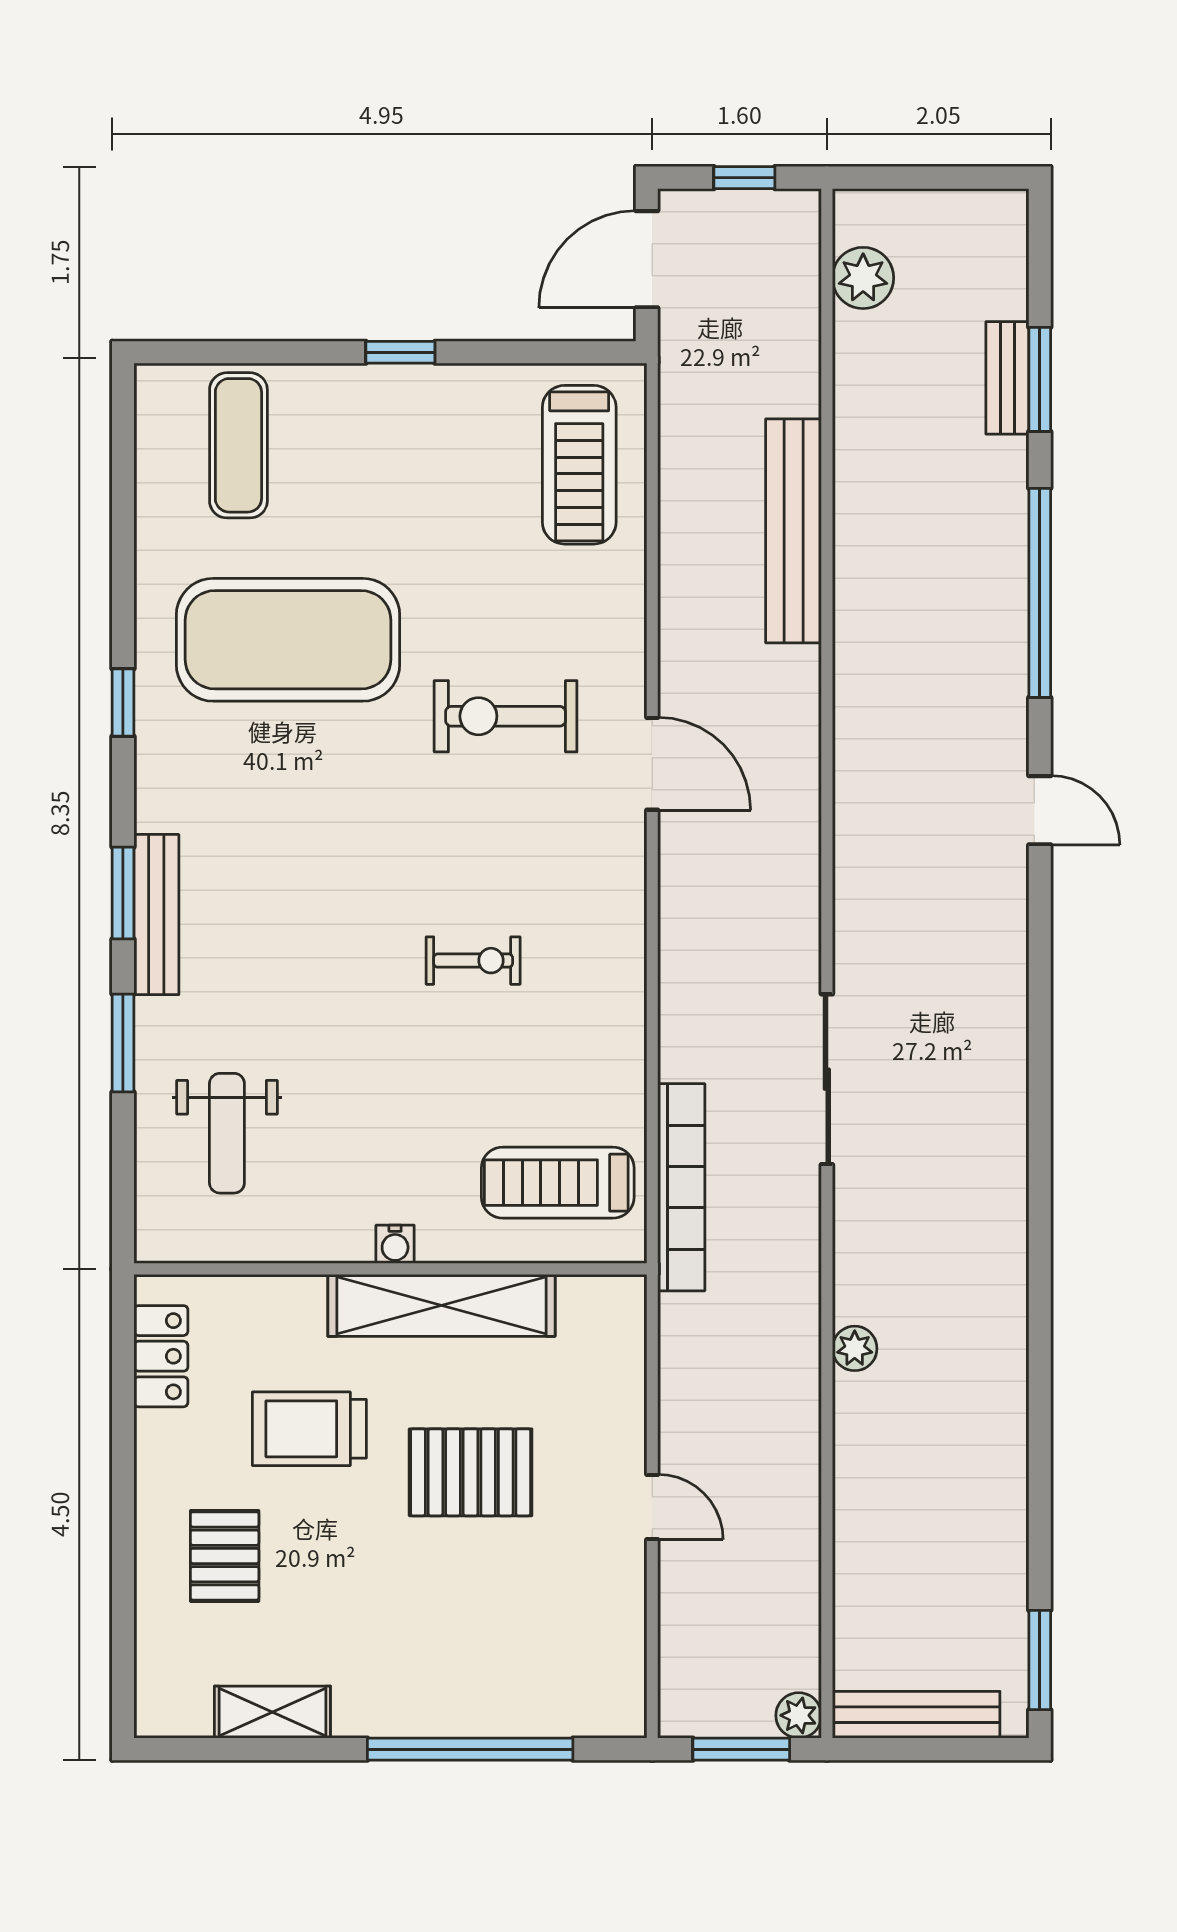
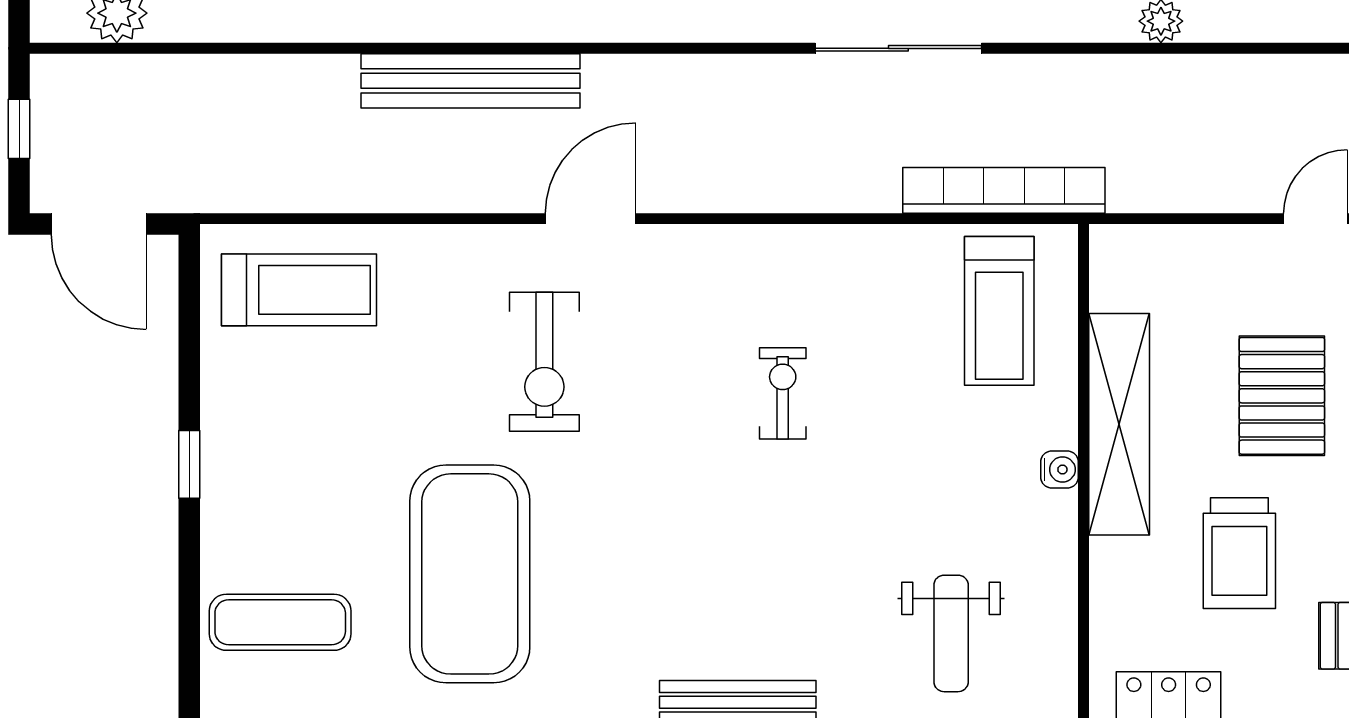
bench: (794, 531) -> (471, 81), moved
weight bench: (227, 1133) -> (951, 633), turned 90

